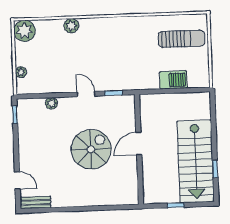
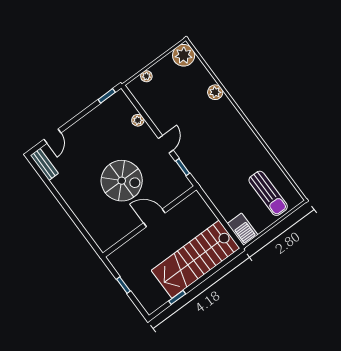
barbecue: (173, 80) -> (242, 229), moved
stairs: (196, 161) -> (196, 259), moved

